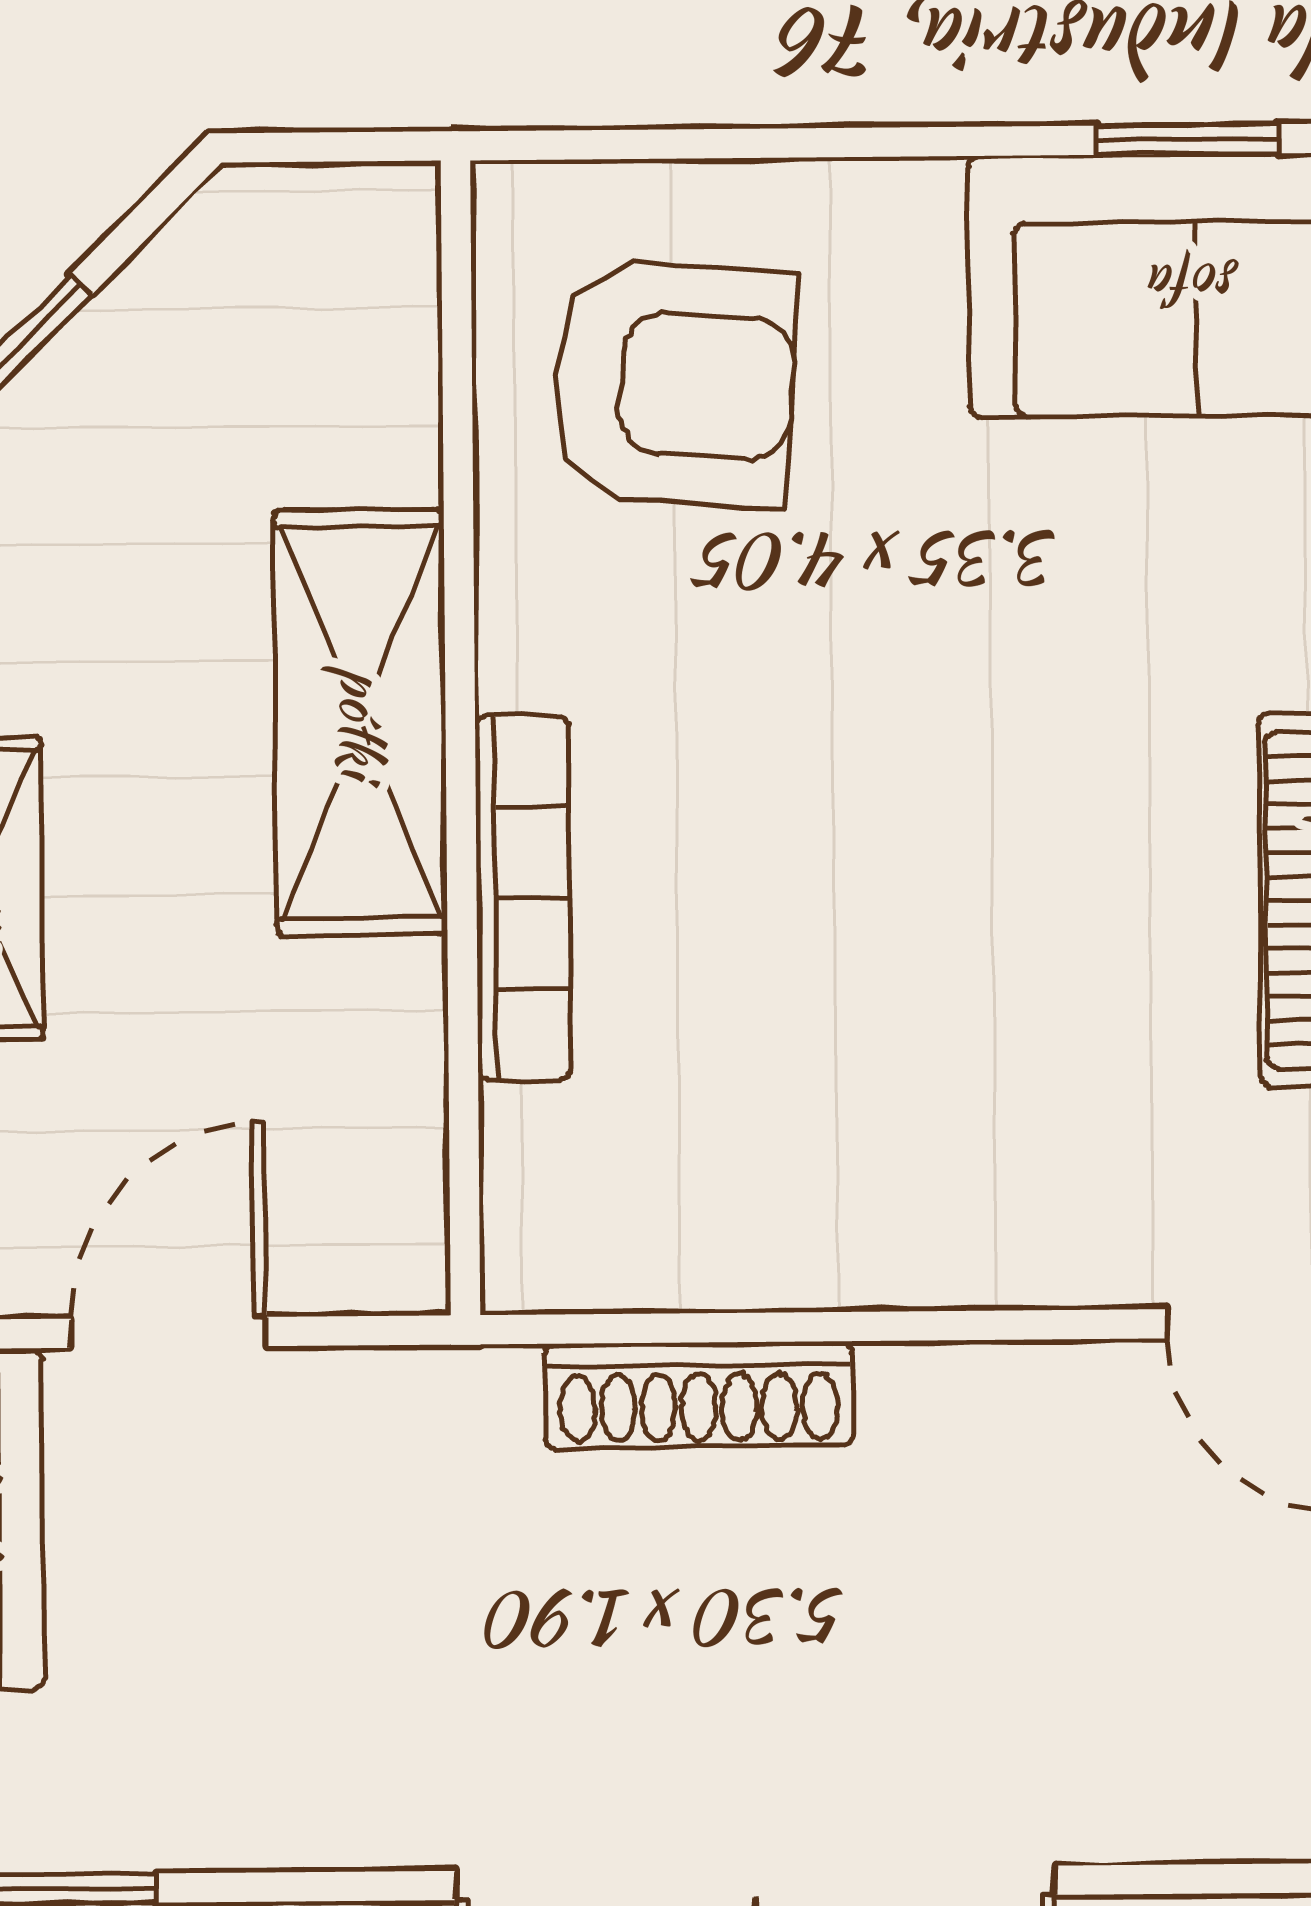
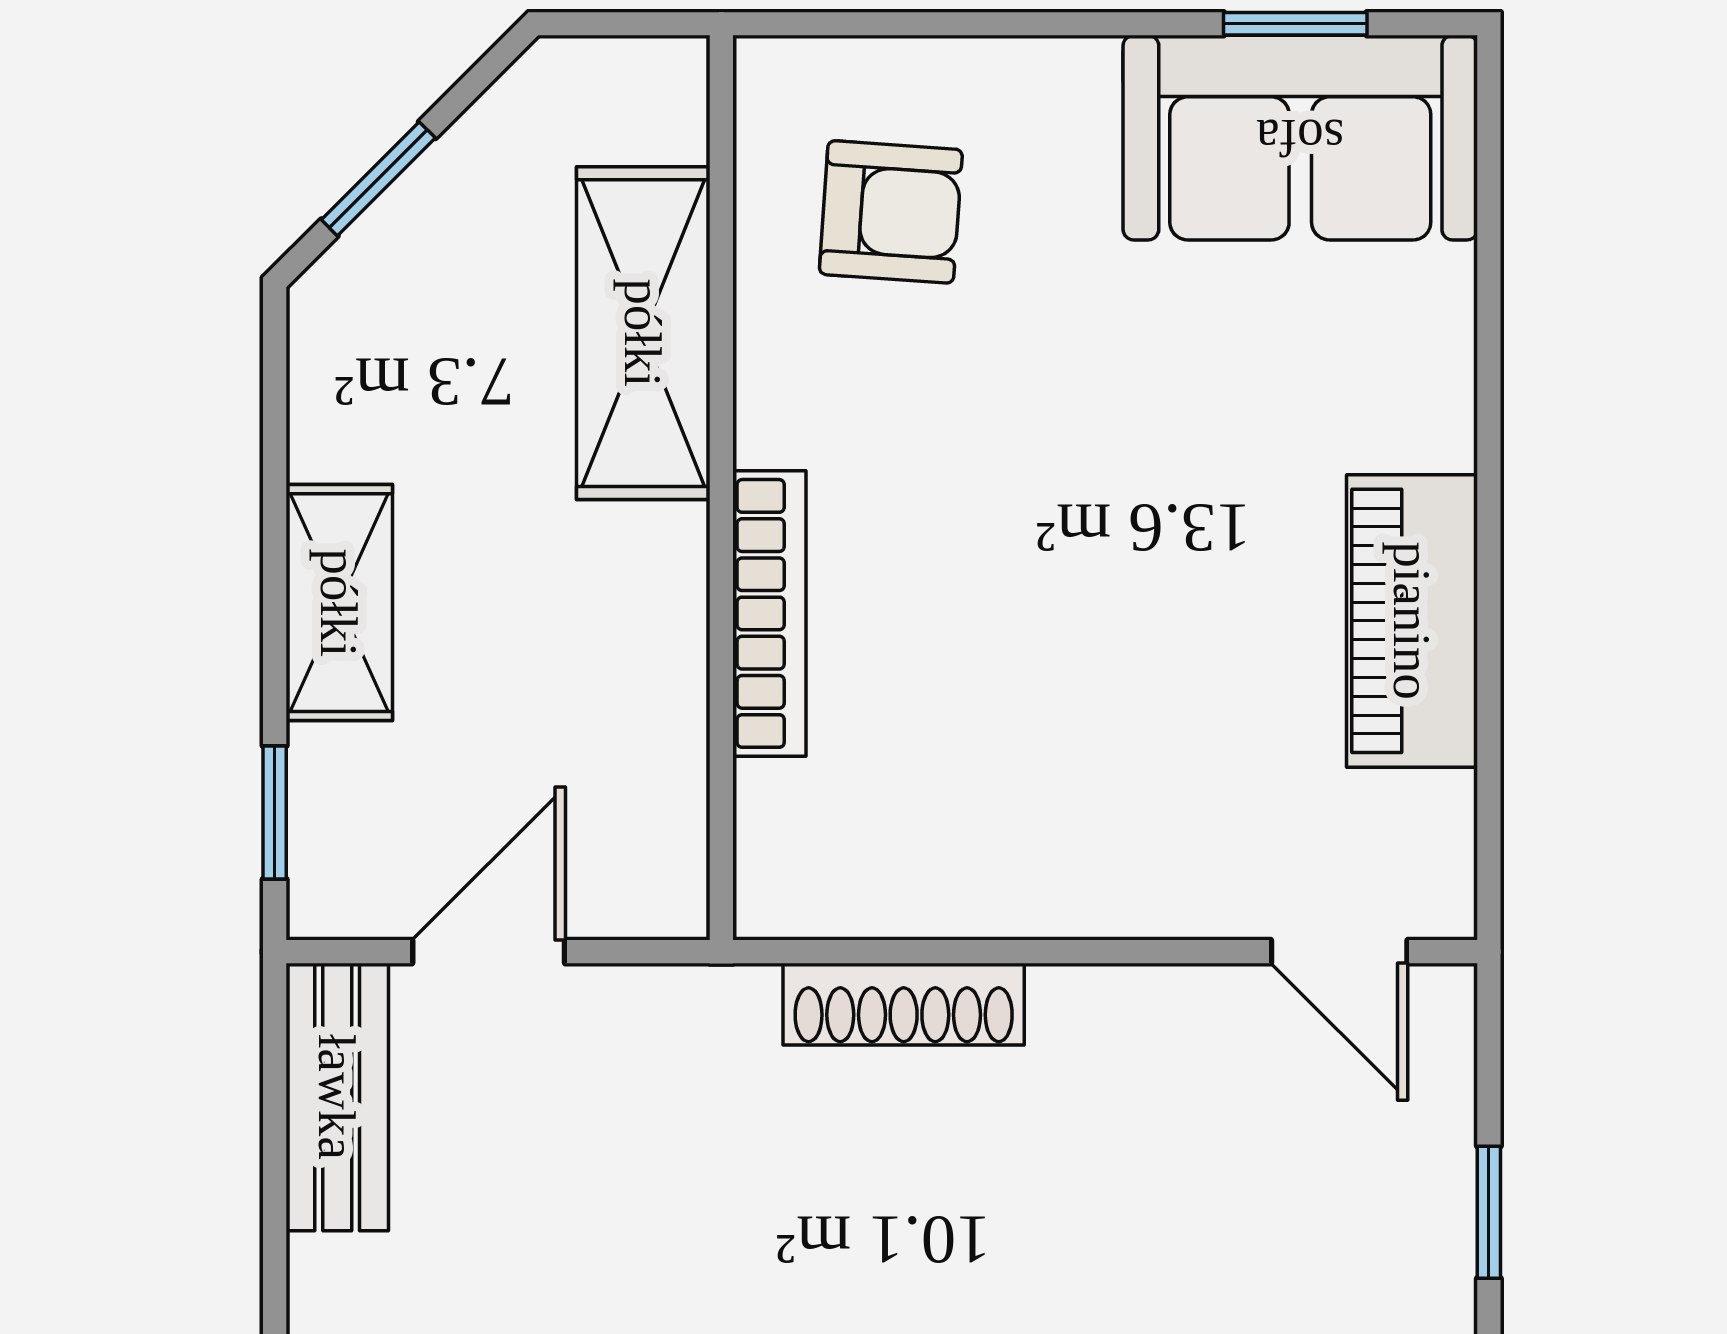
armchair: (674, 384) -> (891, 212), width x0.72, depth x0.72
shelving: (361, 722) -> (643, 333), moved

